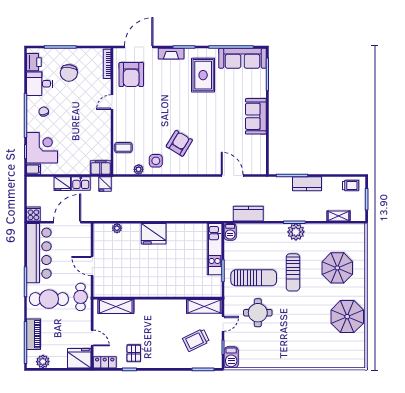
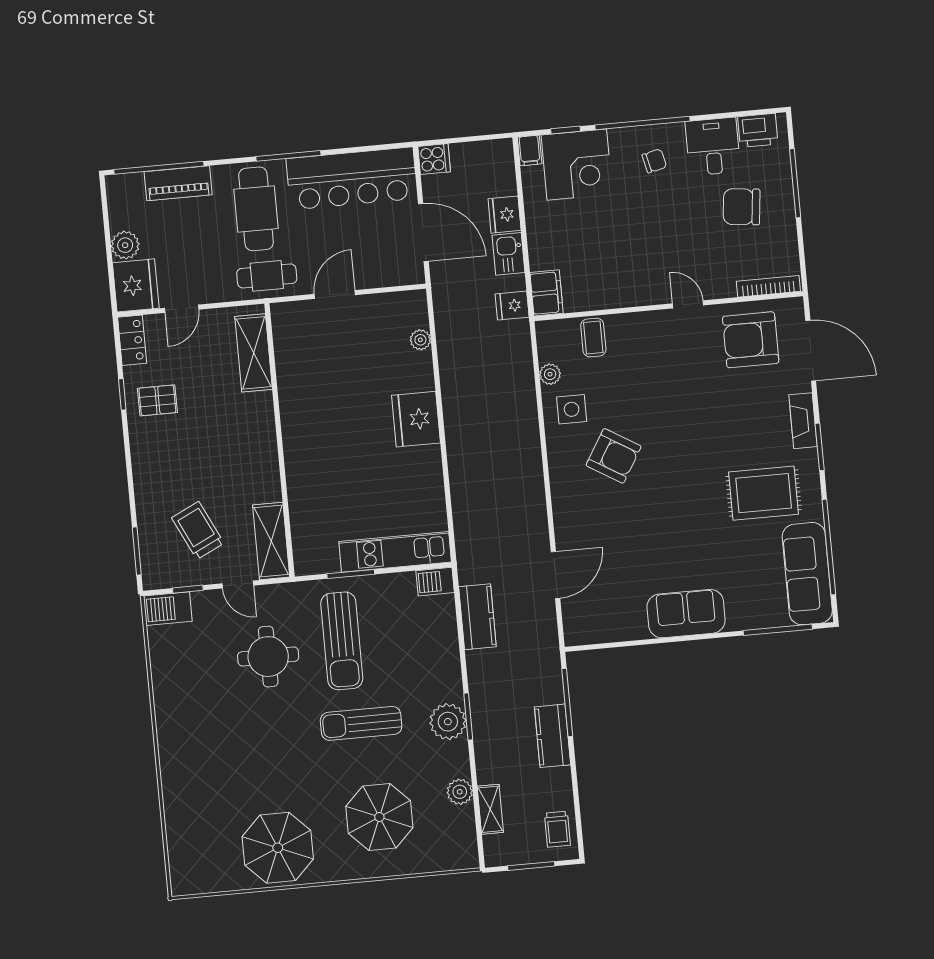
plant: (329, 229) -> (460, 792), added
plant: (43, 362) -> (125, 245), moved

